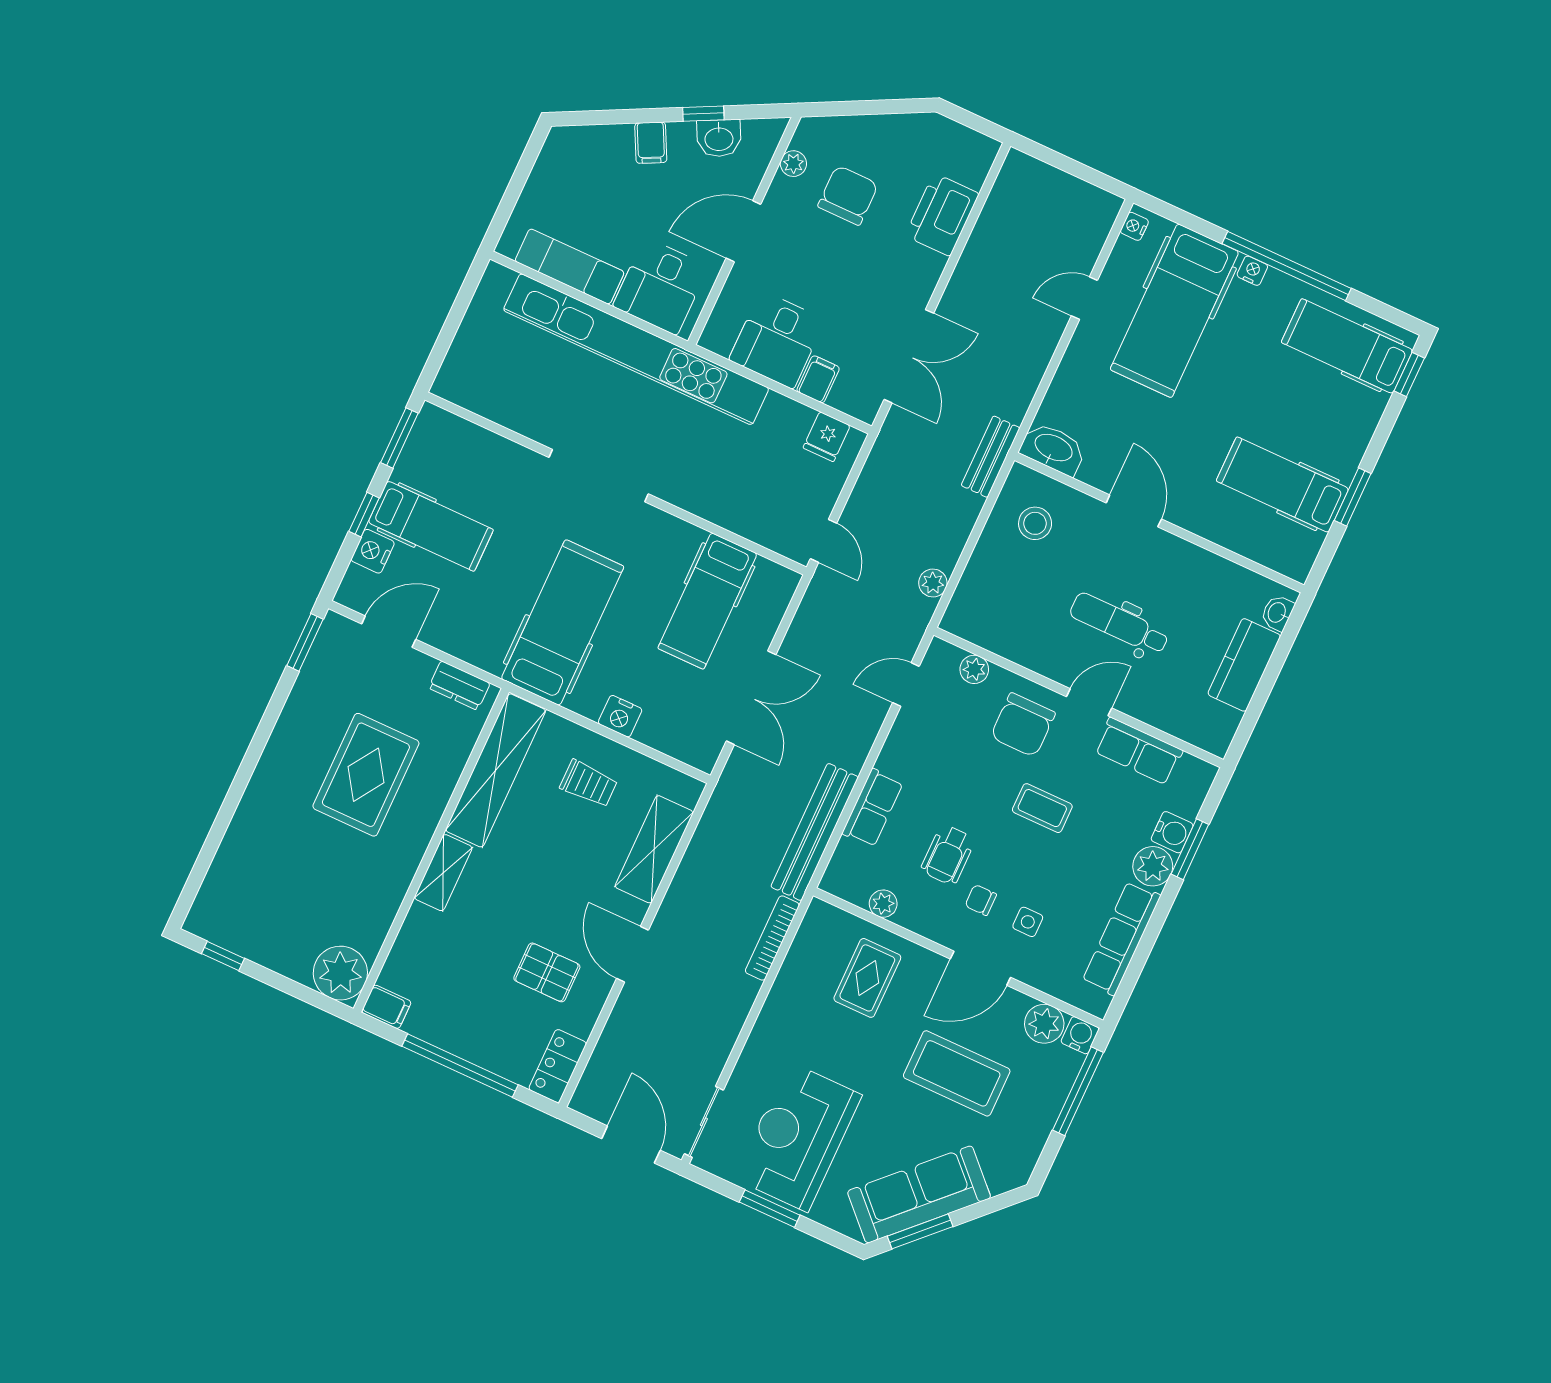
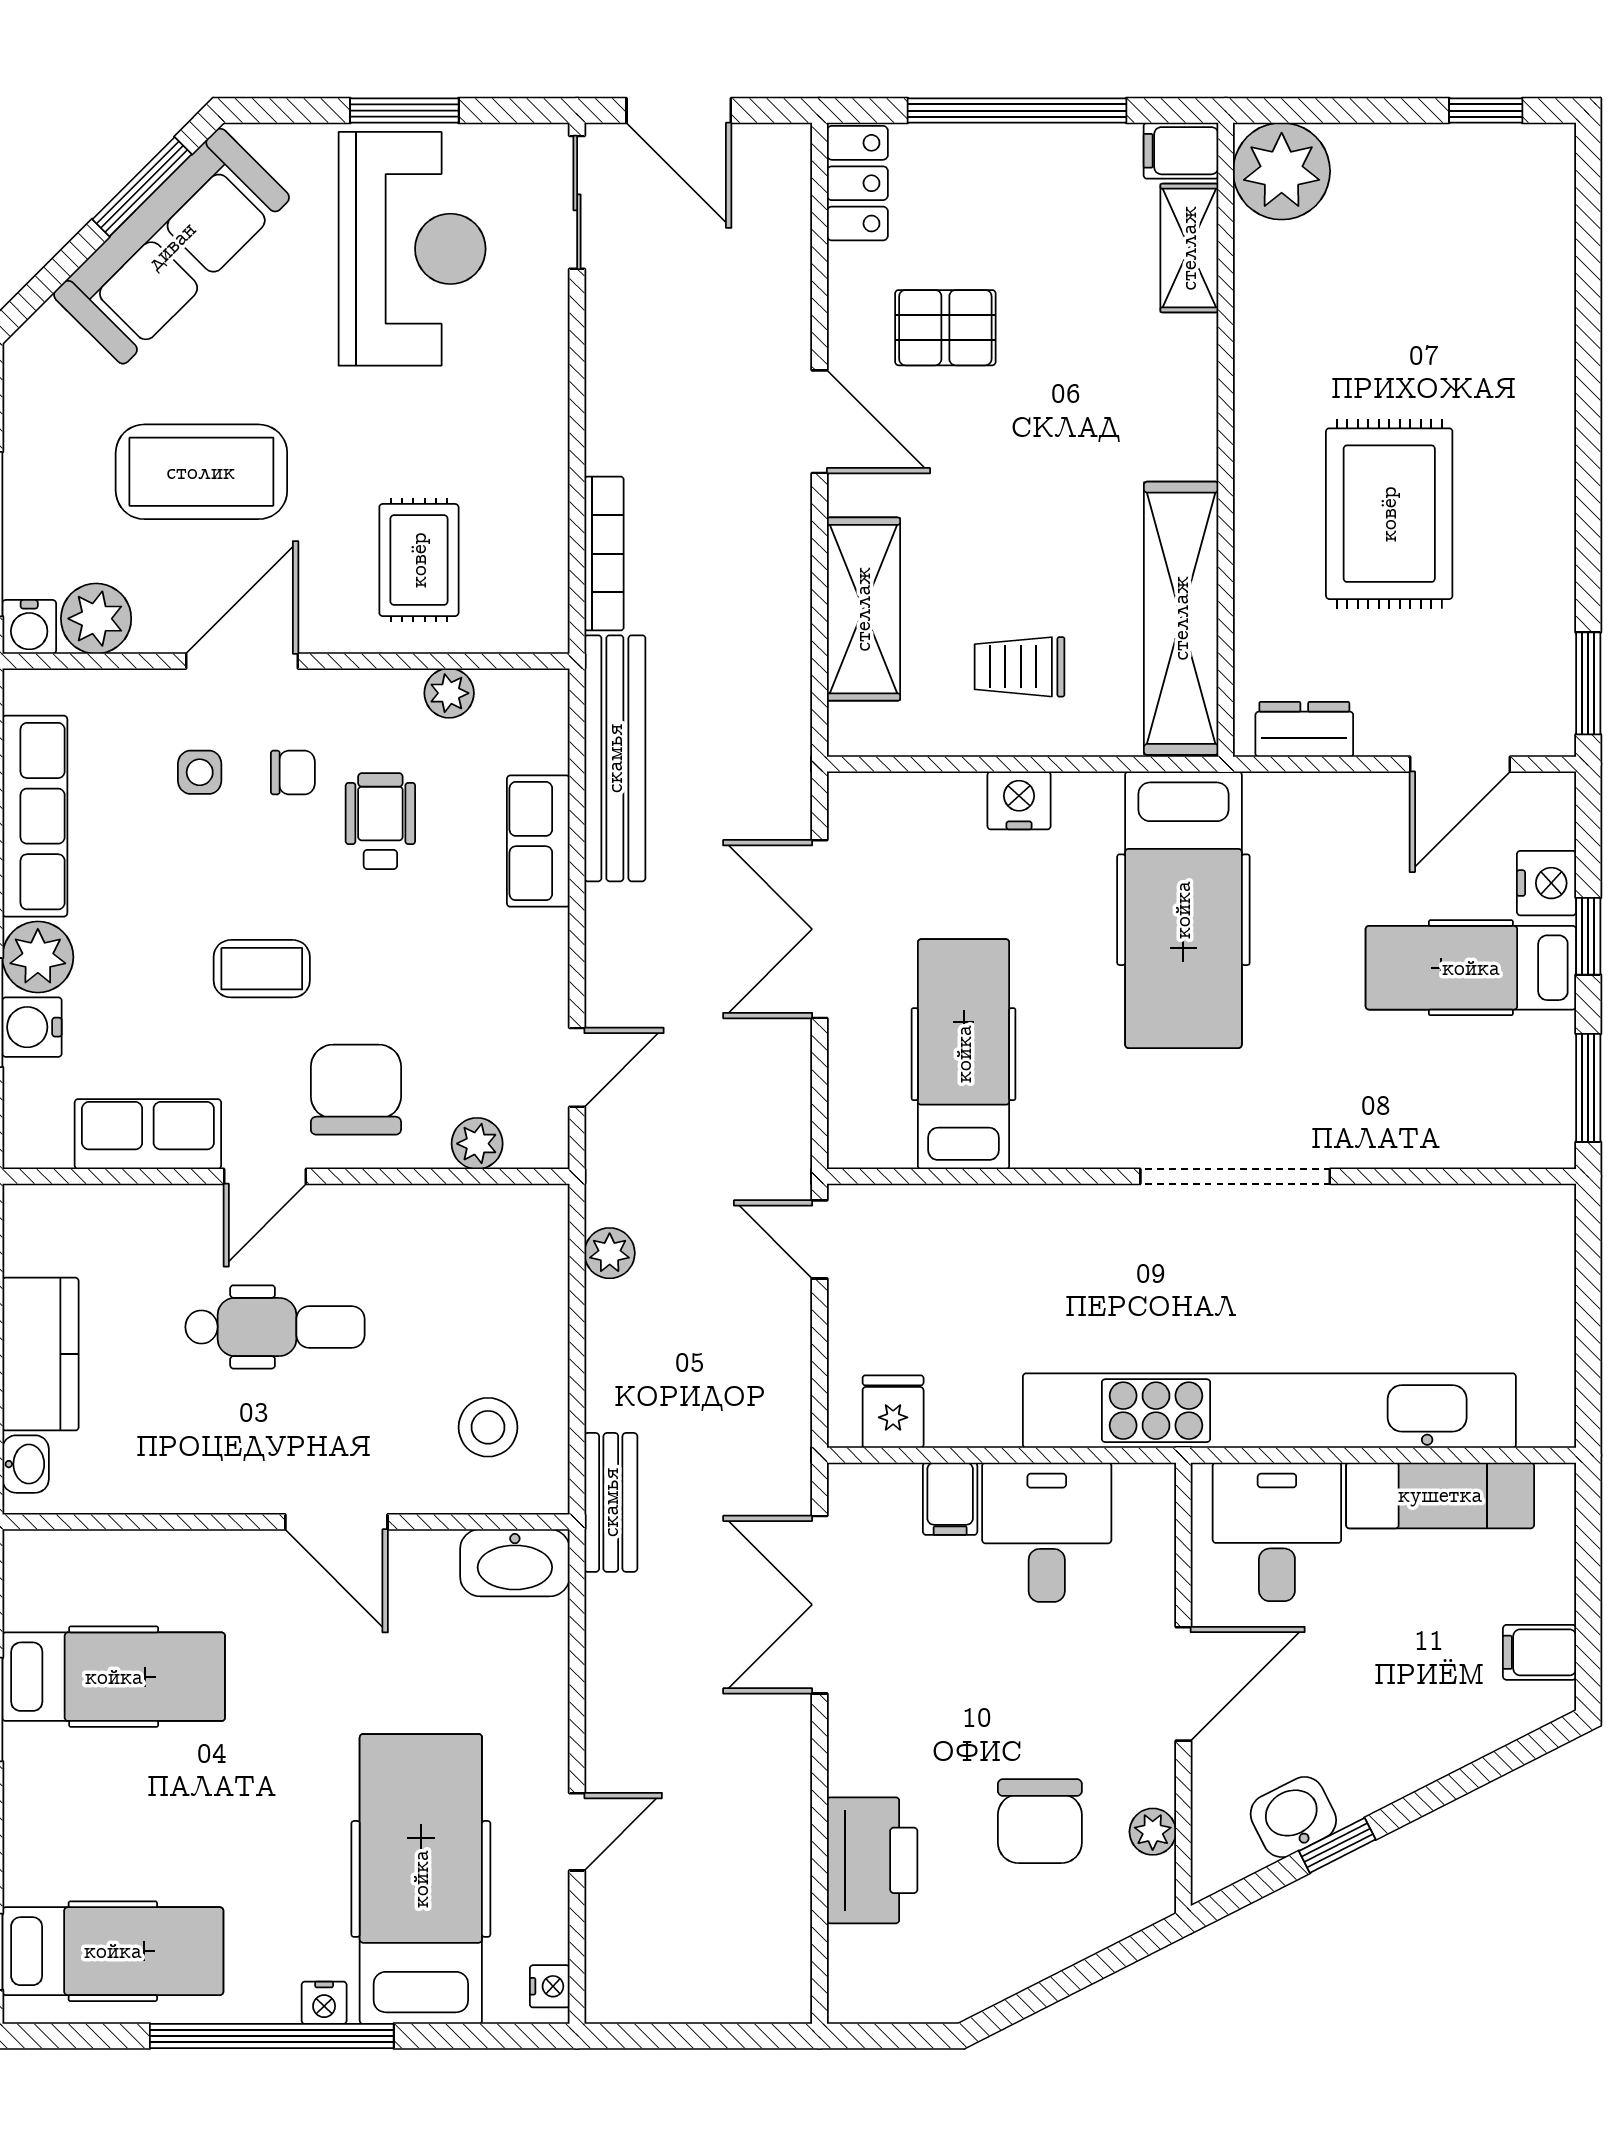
filing cabinet: (651, 143) -> (1540, 1652), moved, turned -63
shelving: (443, 873) -> (1189, 248), moved

